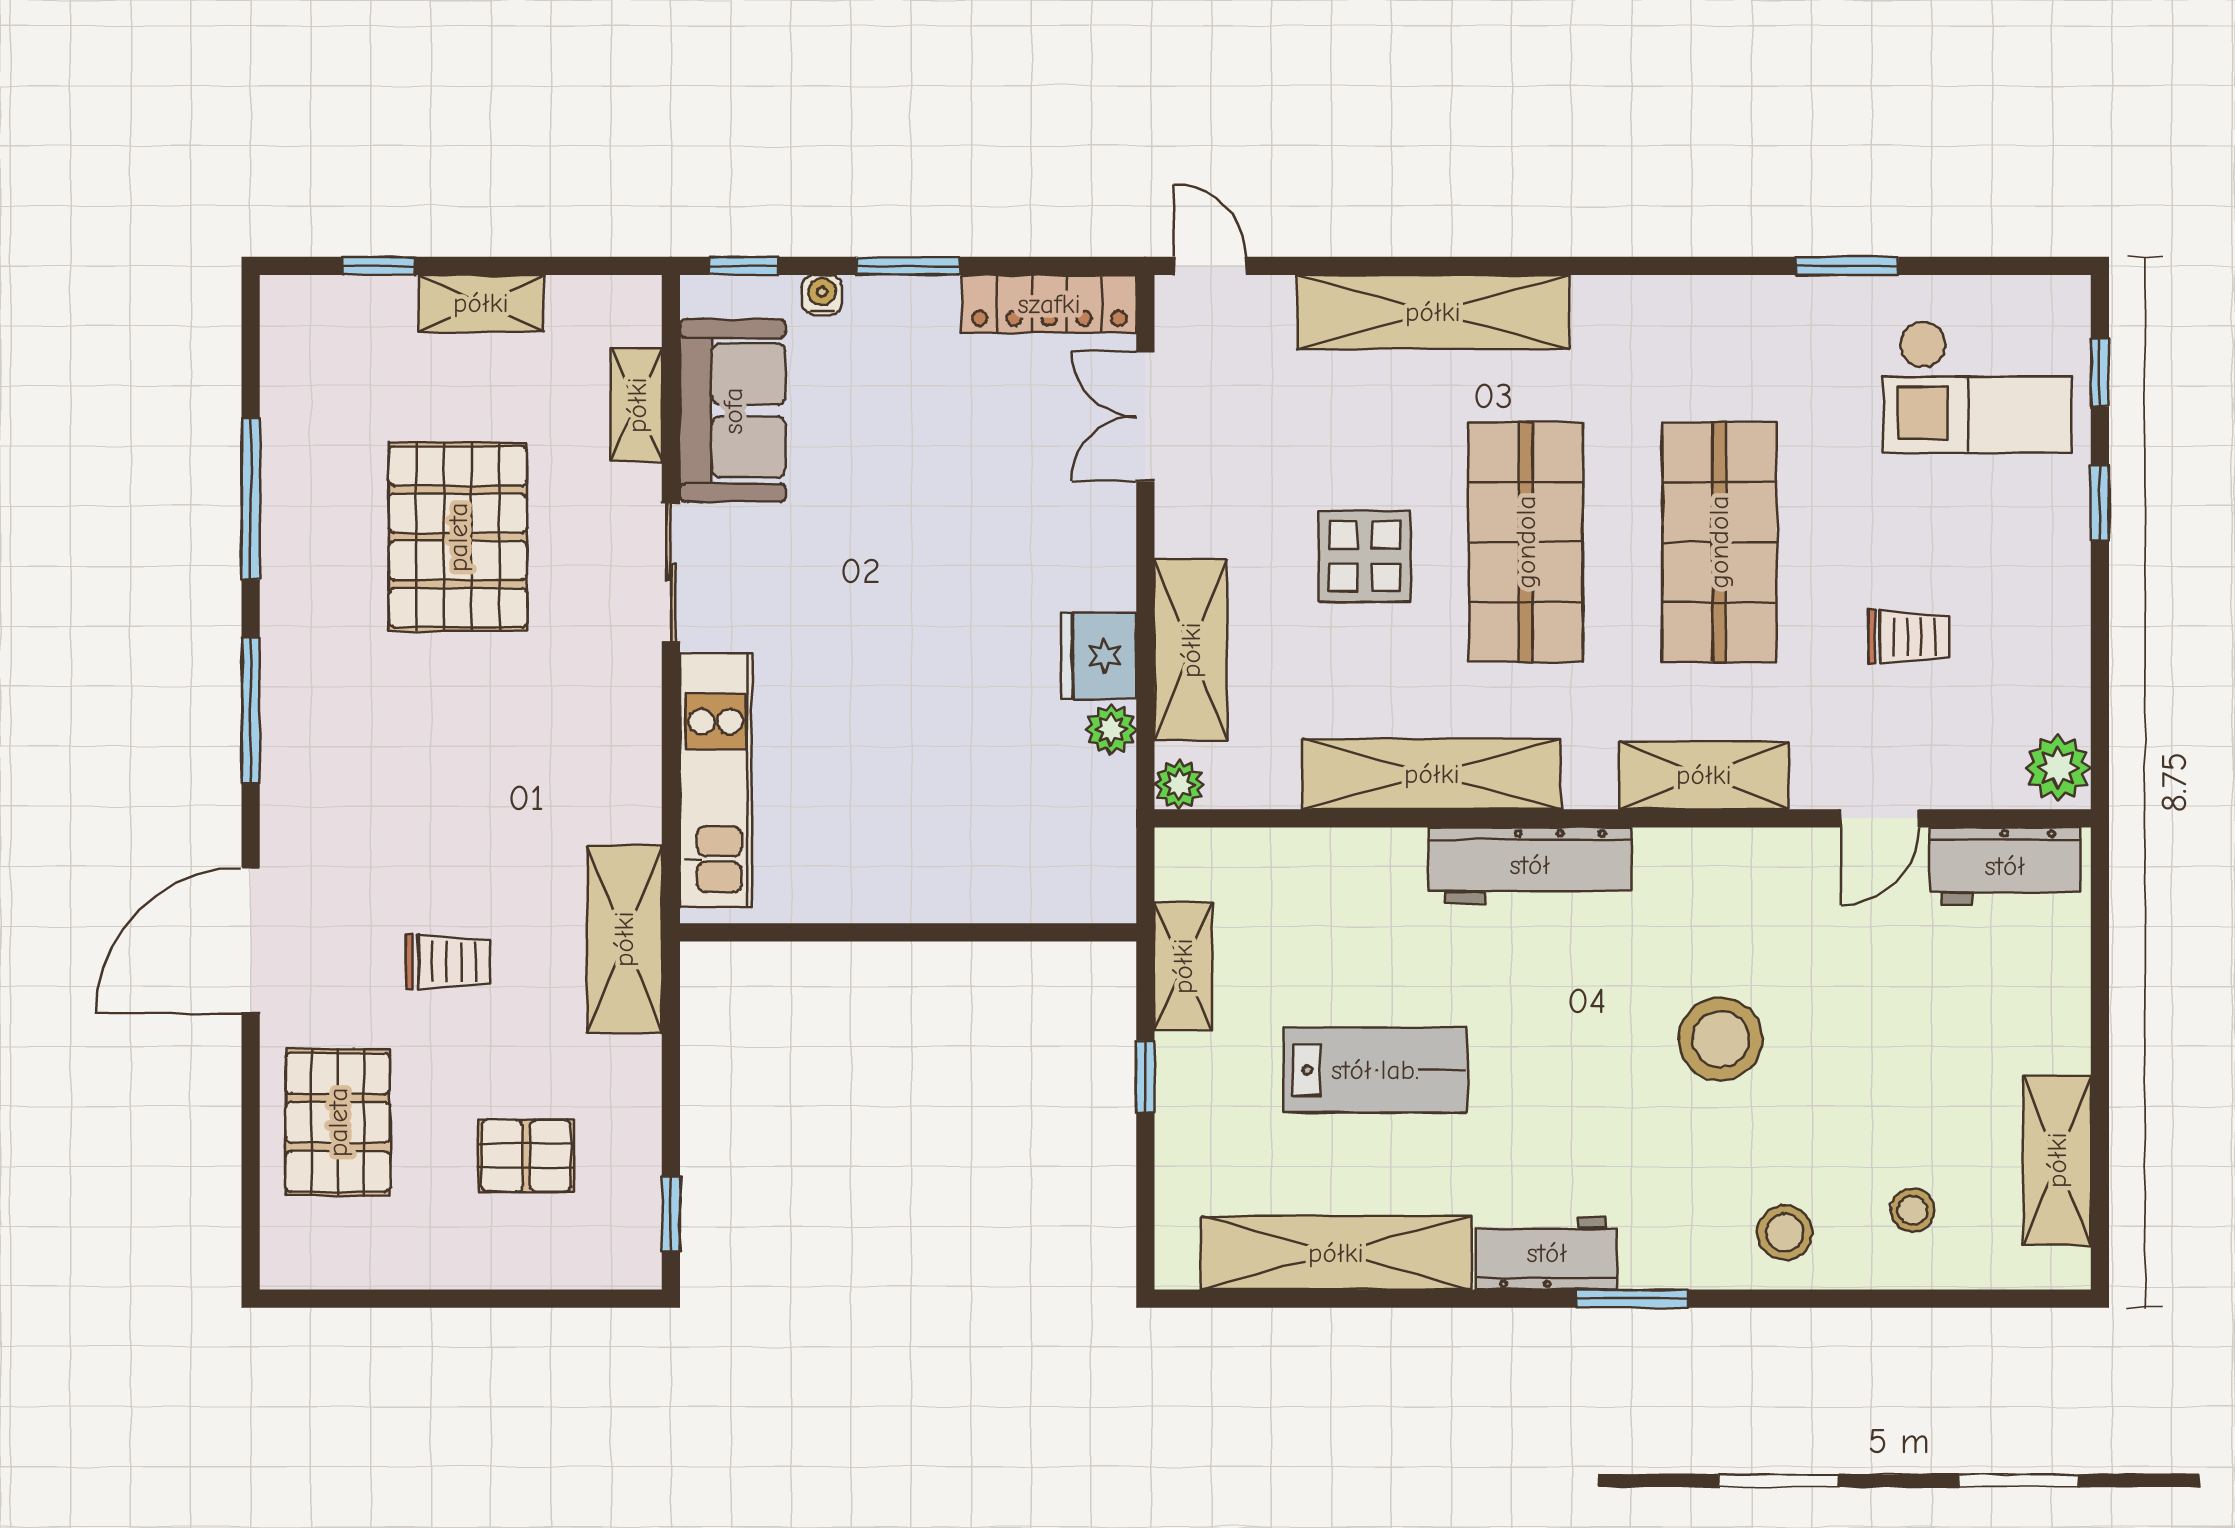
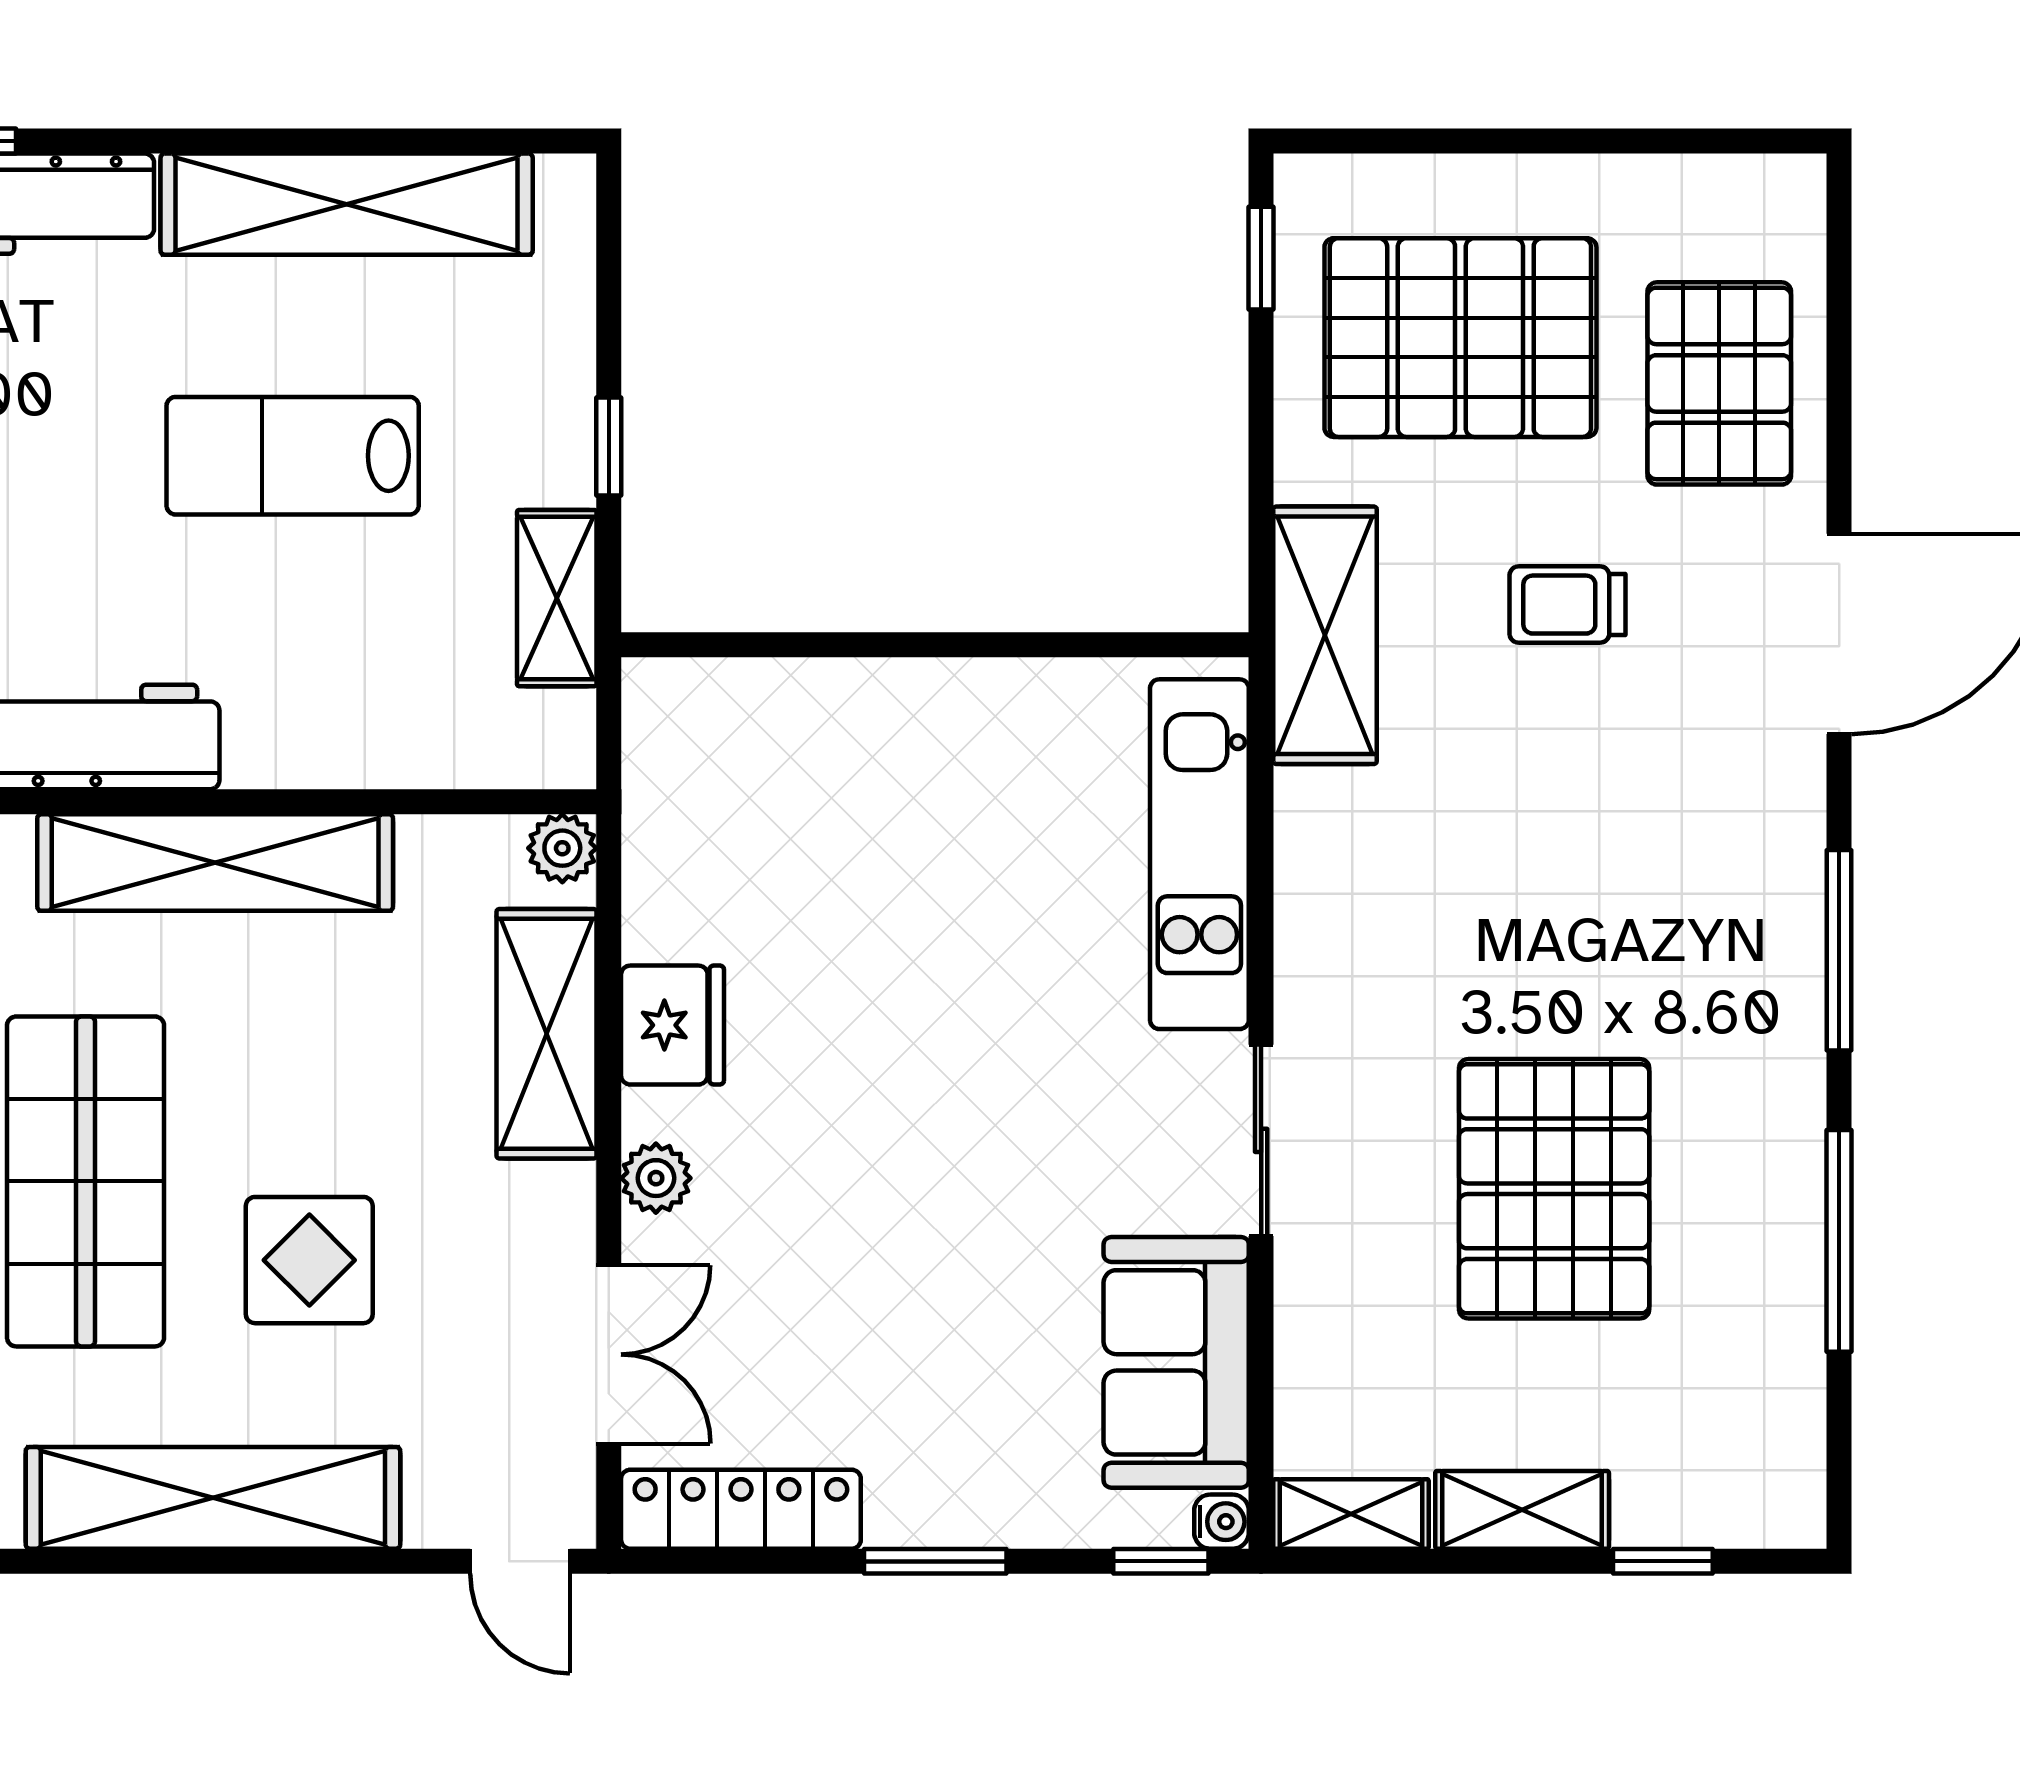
water cooler: (822, 295) -> (1221, 1522), moved, turned -90
shelving: (637, 405) -> (1351, 1514), moved, turned 90
display table: (1365, 556) -> (309, 1260), moved
plant: (1111, 729) -> (656, 1178), moved
pallet: (526, 1156) -> (1460, 338), width x2.05, depth x2.00

